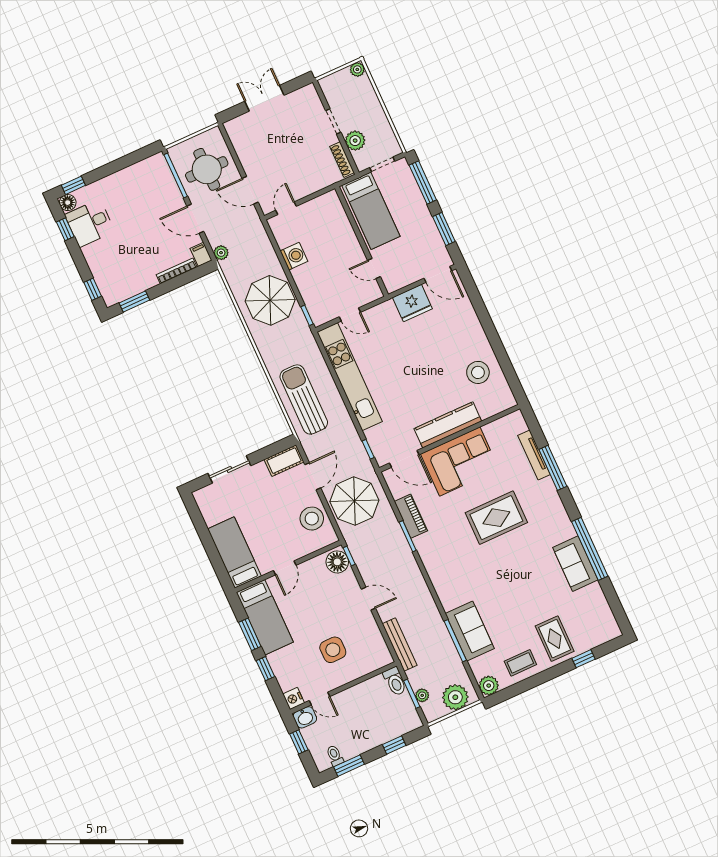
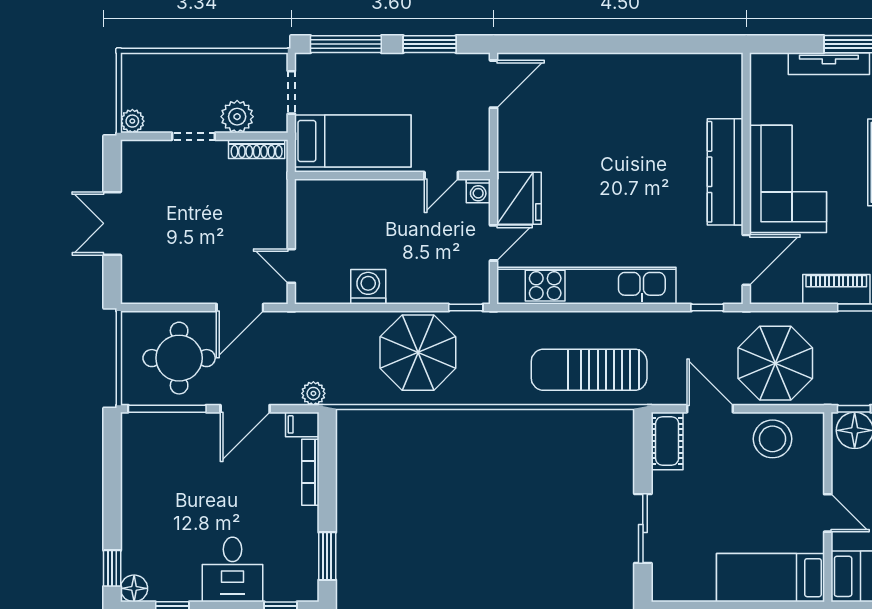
plant: (357, 69) -> (132, 121), moved
desk: (90, 223) -> (232, 569), moved
washing machine: (375, 293) -> (478, 191), added
fridge: (412, 303) -> (519, 198), moved
stool: (478, 372) -> (667, 91), removed

